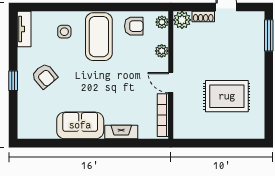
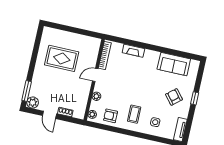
plant: (182, 20) -> (33, 103), moved
coffee table: (99, 37) -> (134, 114), width x0.54, depth x0.58
door: (171, 83) -> (95, 75), swing flipped
sofa: (80, 125) -> (174, 64), moved

